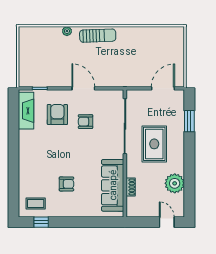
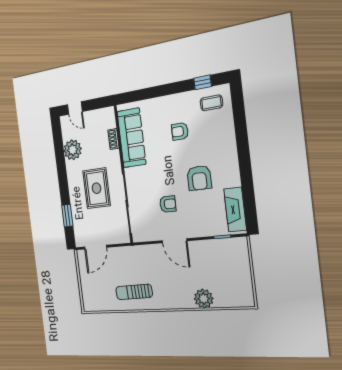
plant: (67, 31) -> (204, 299), width x1.87, depth x1.87
sun lounger: (98, 36) -> (134, 292), moved
armchair: (57, 114) -> (199, 178), moved

